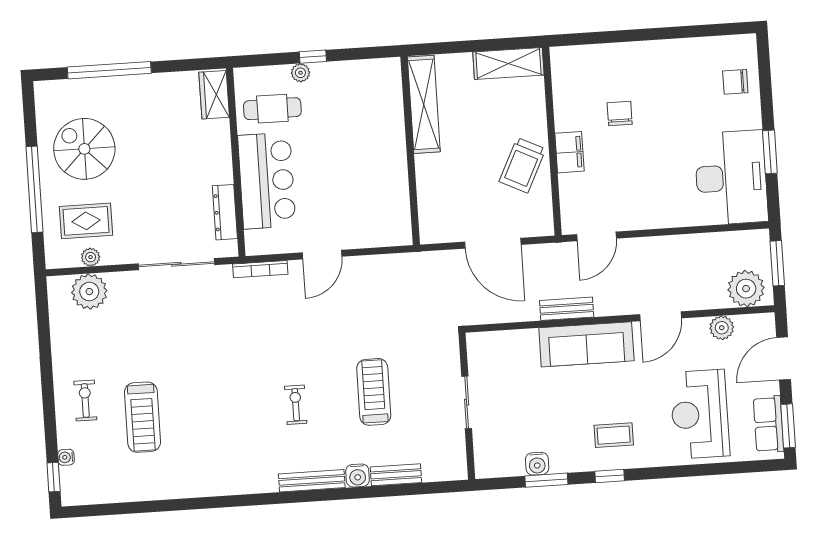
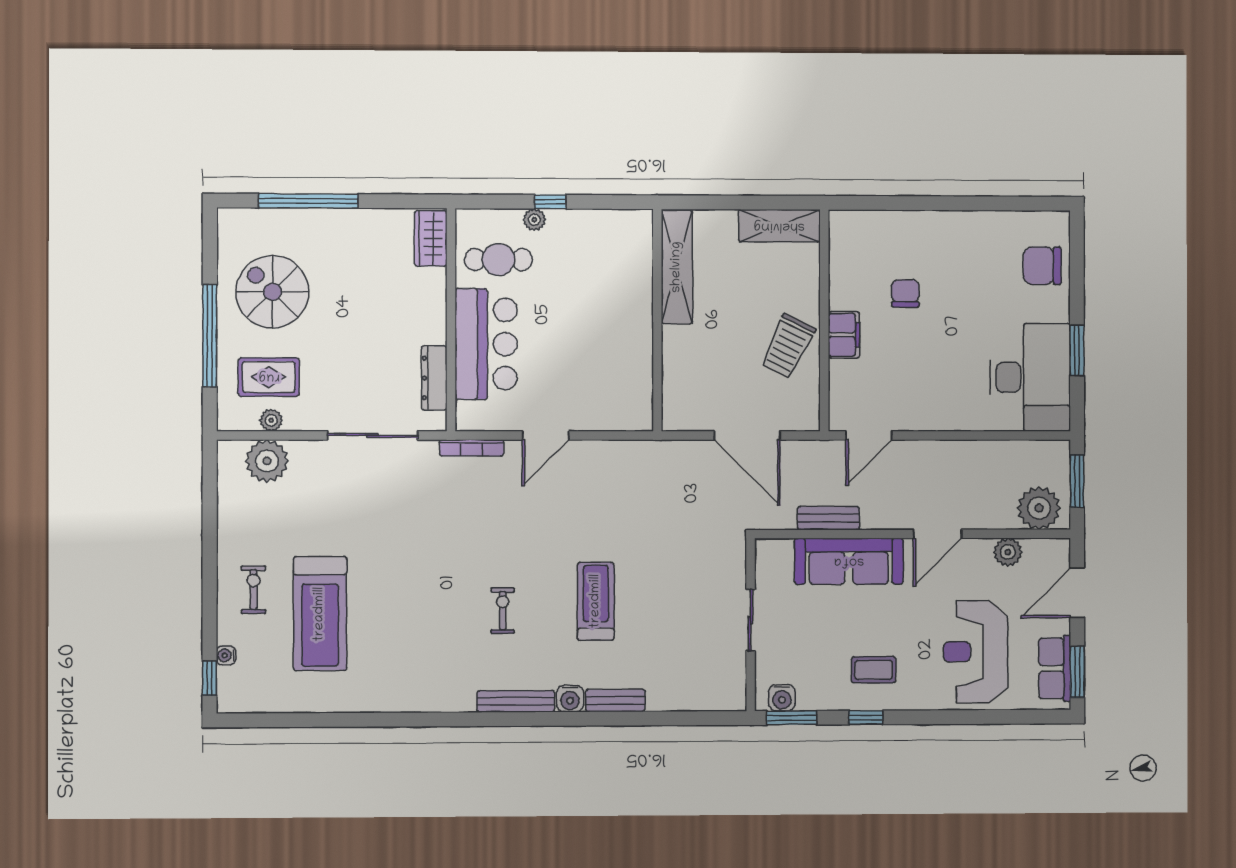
chair: (735, 82) -> (1042, 266), width x1.37, depth x1.37
sliding door: (467, 402) -> (751, 620), moved
wall: (467, 406) -> (751, 625), moved
treadmill: (142, 417) -> (320, 614), width x1.37, depth x1.38

